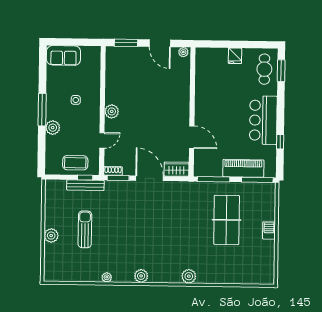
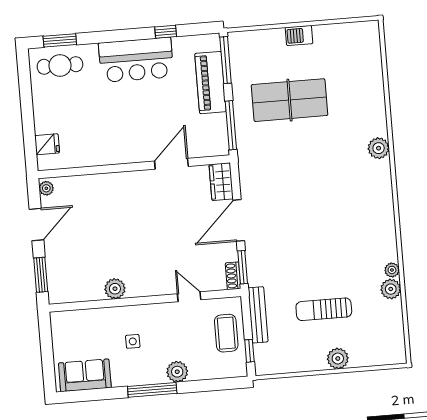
sofa: (63, 55) -> (85, 375), moved, turned -90
fridge: (235, 56) -> (47, 144), moved
plant: (112, 111) -> (115, 289), moved
window: (85, 177) -> (249, 351), moved
plant: (141, 276) -> (391, 289), moved

